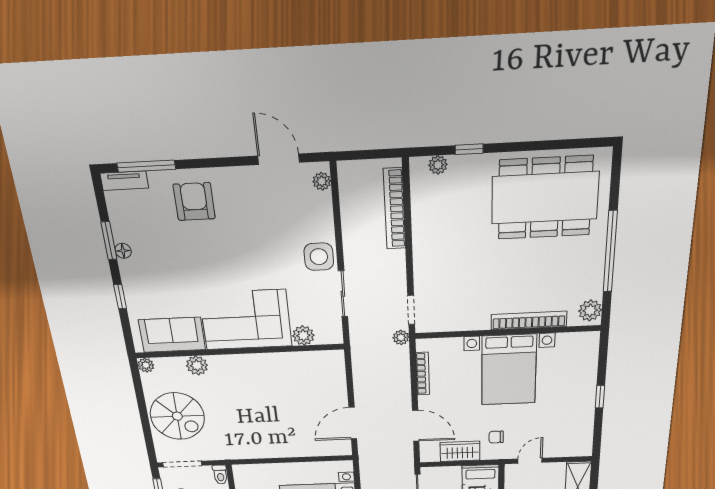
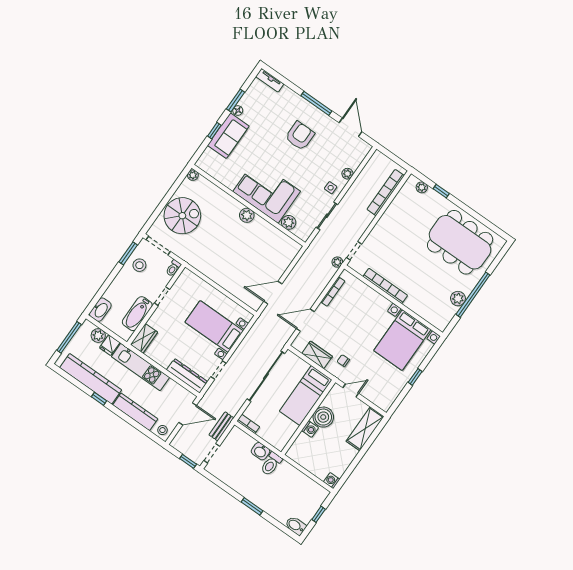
window: (146, 166) -> (316, 103), moved
plant: (322, 181) -> (347, 174), moved
armchair: (194, 202) -> (300, 136), moved
side table: (319, 257) -> (331, 188), width x0.54, depth x0.54
plant: (590, 310) -> (458, 299), moved
bookcase: (529, 320) -> (385, 286), moved
sofa: (172, 335) -> (228, 136), moved, turned 90
plant: (197, 365) -> (247, 215), moved
bed with nightstands: (509, 370) -> (402, 340), moved
spiral stairs: (177, 416) -> (182, 216), turned -90
door: (416, 426) -> (305, 320), swing flipped

